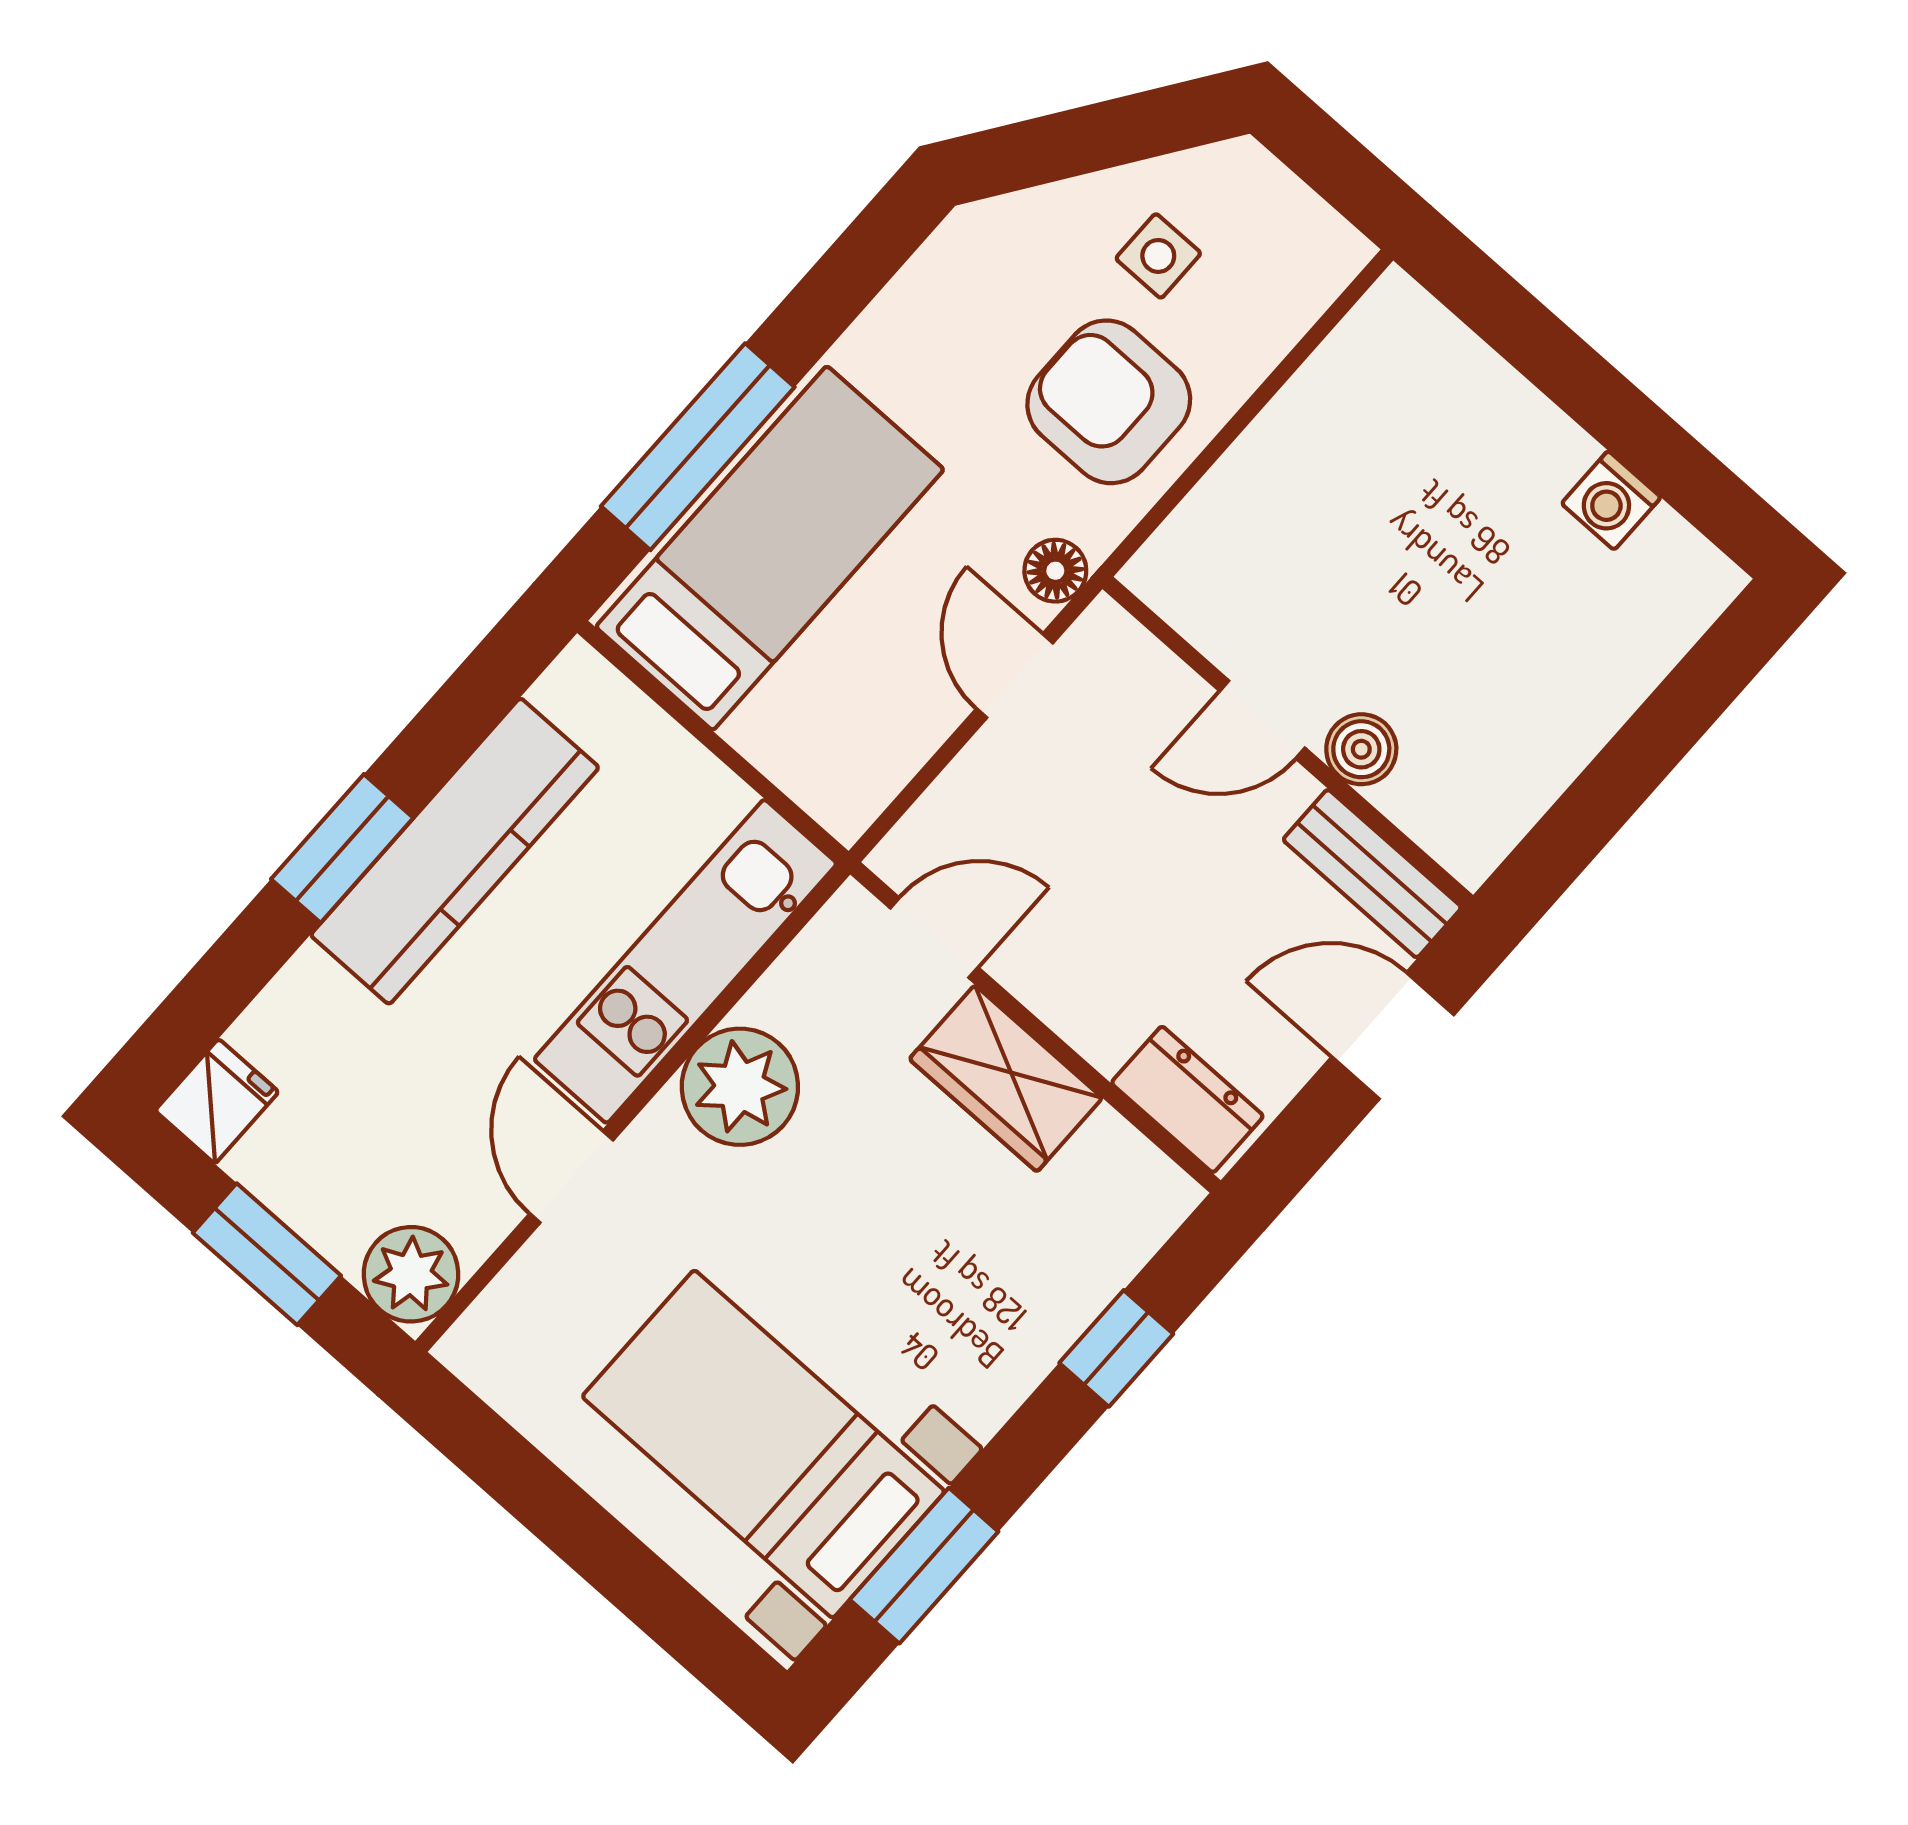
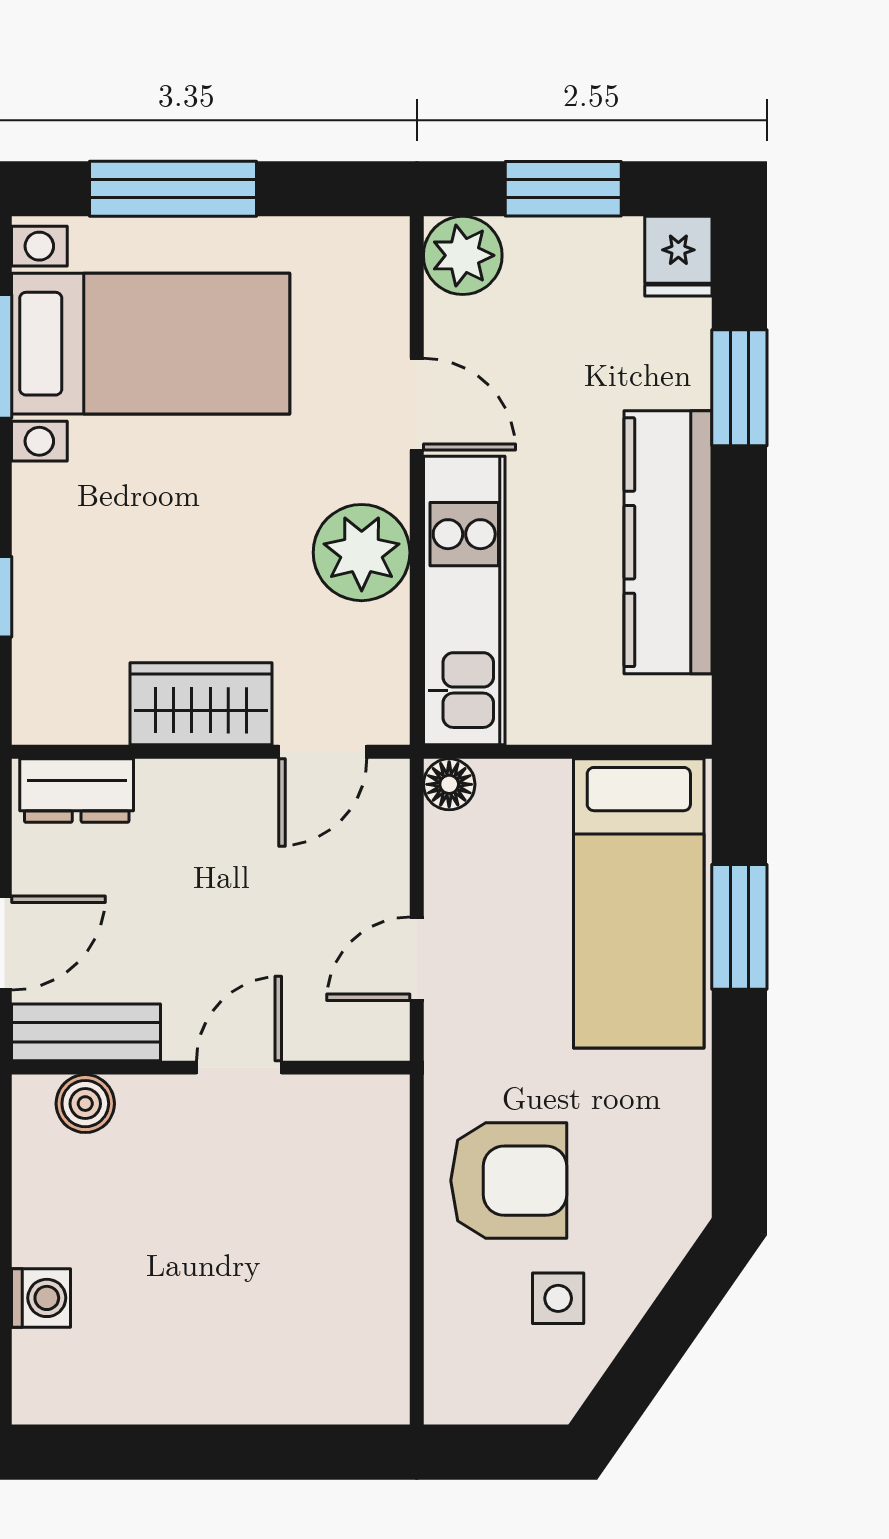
window: (698, 447) -> (739, 927), width x0.69
washing machine: (1611, 500) -> (41, 1298), moved, turned 90
floor lamp: (1055, 571) -> (449, 784), moved
door: (1015, 676) -> (417, 959), swing flipped
boiler: (1361, 749) -> (85, 1104), moved
window: (342, 849) -> (739, 388), moved
window: (619, 1566) -> (173, 189), added

